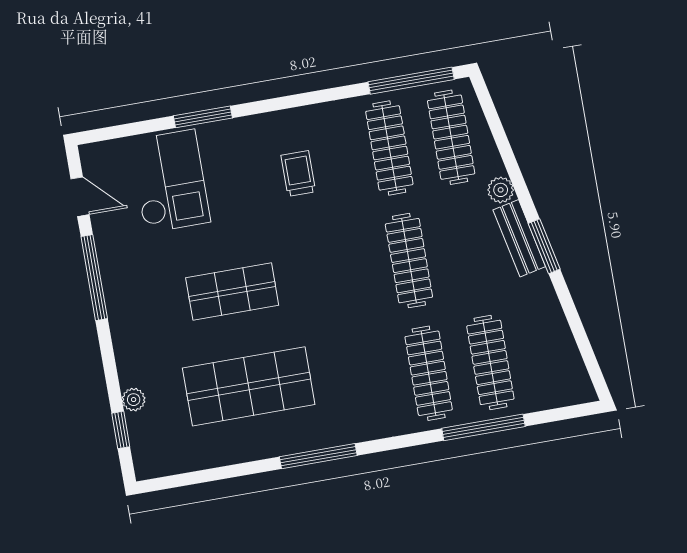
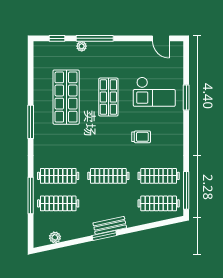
trolley: (298, 173) -> (141, 137), moved
checkout: (170, 181) -> (154, 92), moved
plant: (501, 190) -> (55, 237), moved
door: (80, 197) -> (161, 38), hinge flipped
window: (94, 278) -> (95, 38), moved
plant: (134, 400) -> (82, 46), moved

